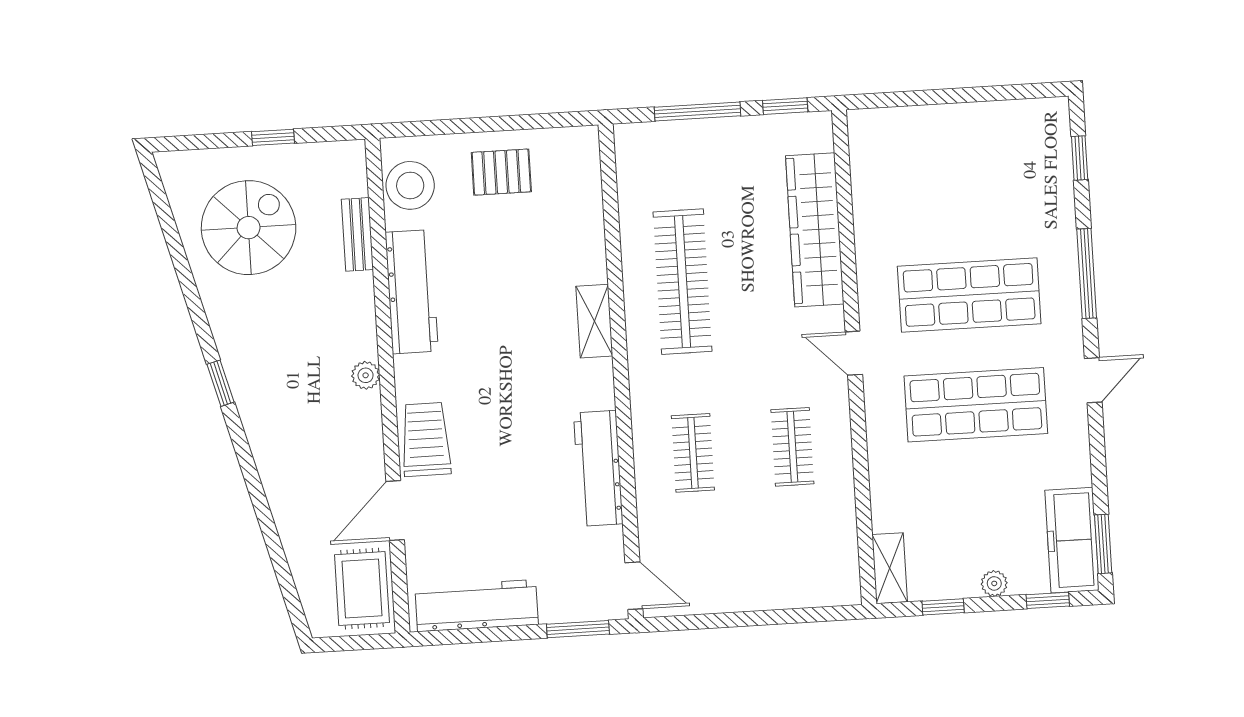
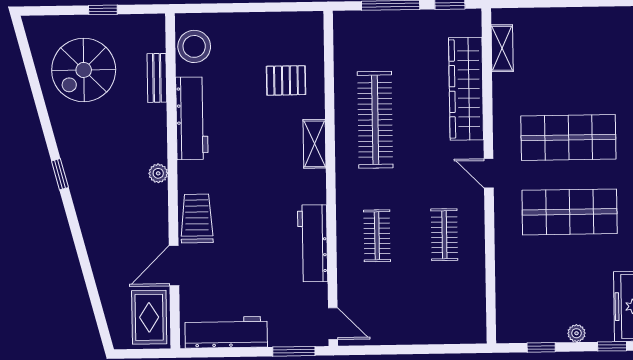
pallet: (501, 172) -> (286, 80), moved
spiral stairs: (249, 228) -> (84, 70), turned 180
shelving: (890, 568) -> (502, 48), moved

